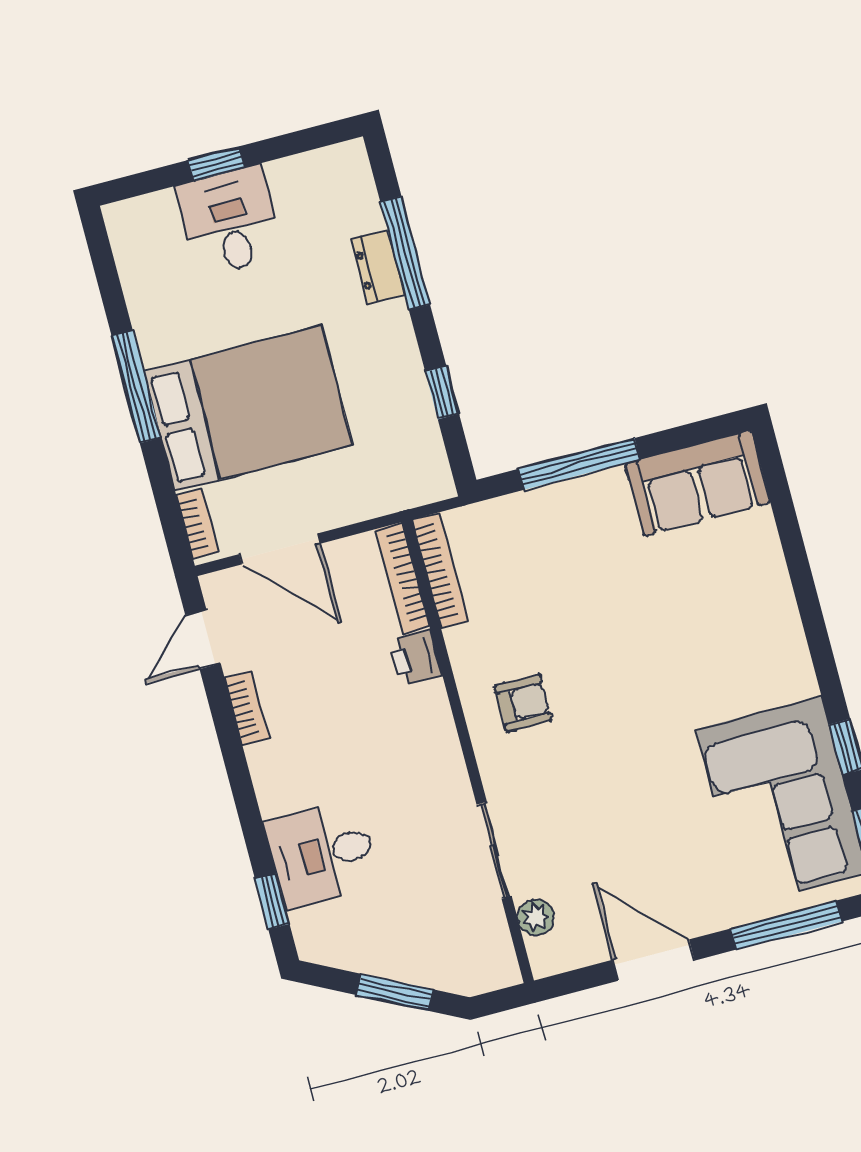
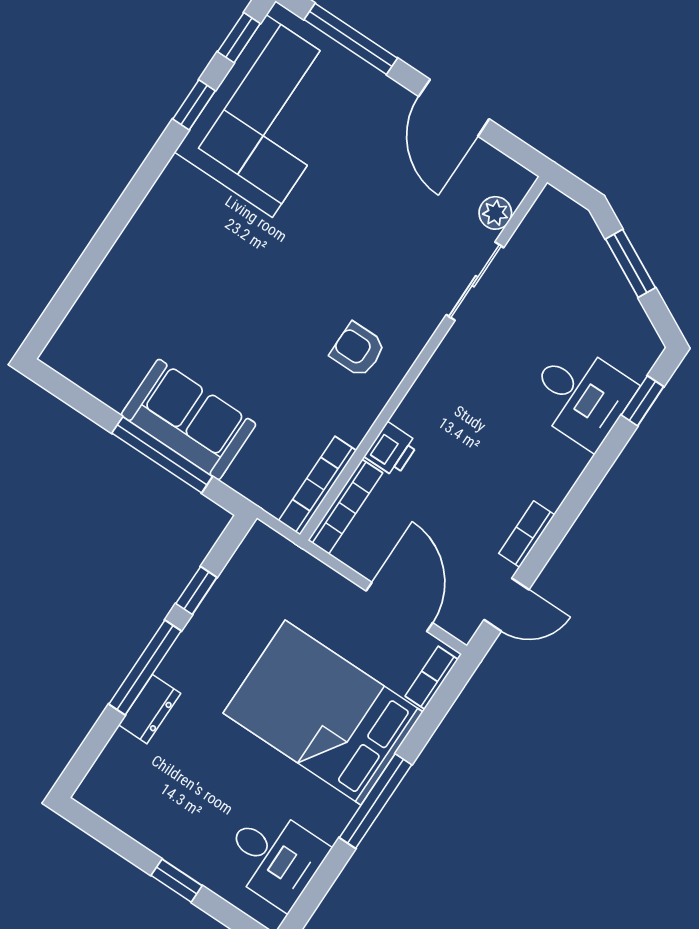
desk: (230, 221) -> (274, 857), moved, turned -90
window: (405, 253) -> (145, 667), moved
sofa: (698, 483) -> (189, 420), moved

